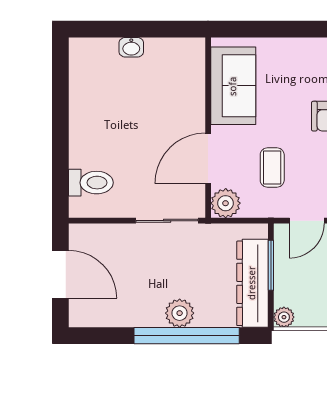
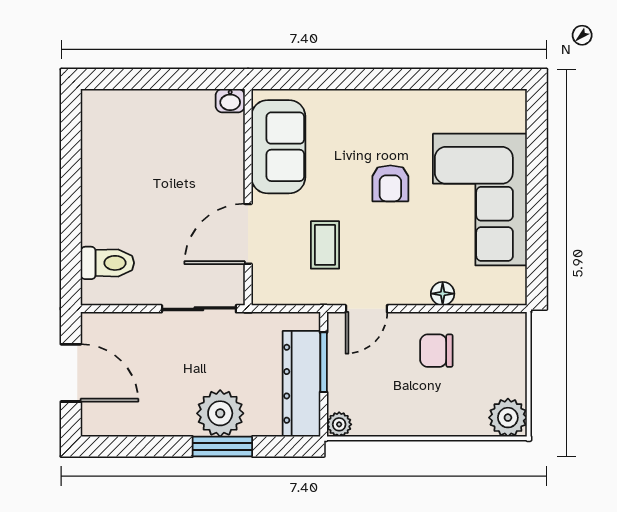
washbasin: (131, 47) -> (230, 101), moved
plant: (226, 203) -> (269, 288), removed
plant: (180, 313) -> (220, 413), width x1.36, depth x1.36
window: (187, 336) -> (222, 446), width x0.47

